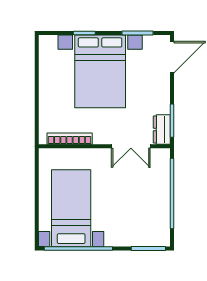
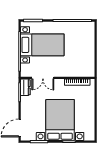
double door: (131, 146) -> (43, 78), swing flipped
bed with nightstands: (71, 208) -> (42, 45), moved, turned -90

